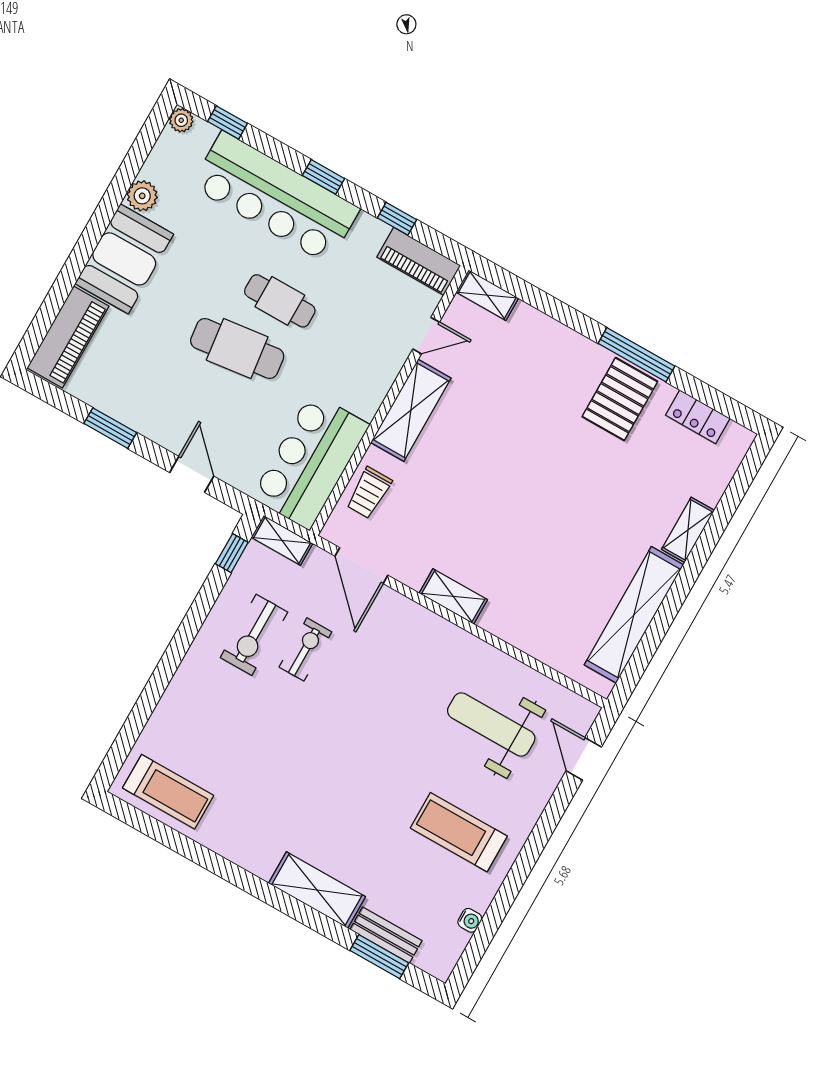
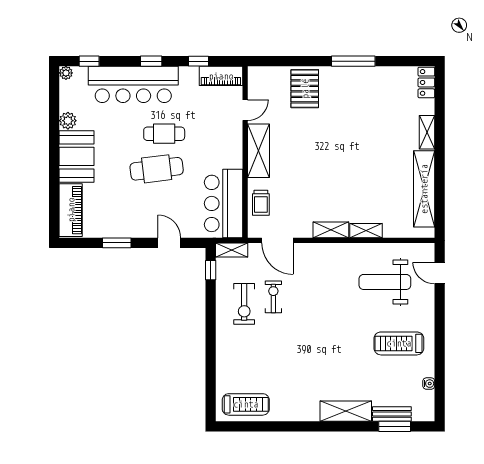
shelving: (487, 295) -> (366, 231), moved
pallet: (620, 399) -> (305, 89), moved
locker: (698, 417) -> (426, 82), moved, turned 90

